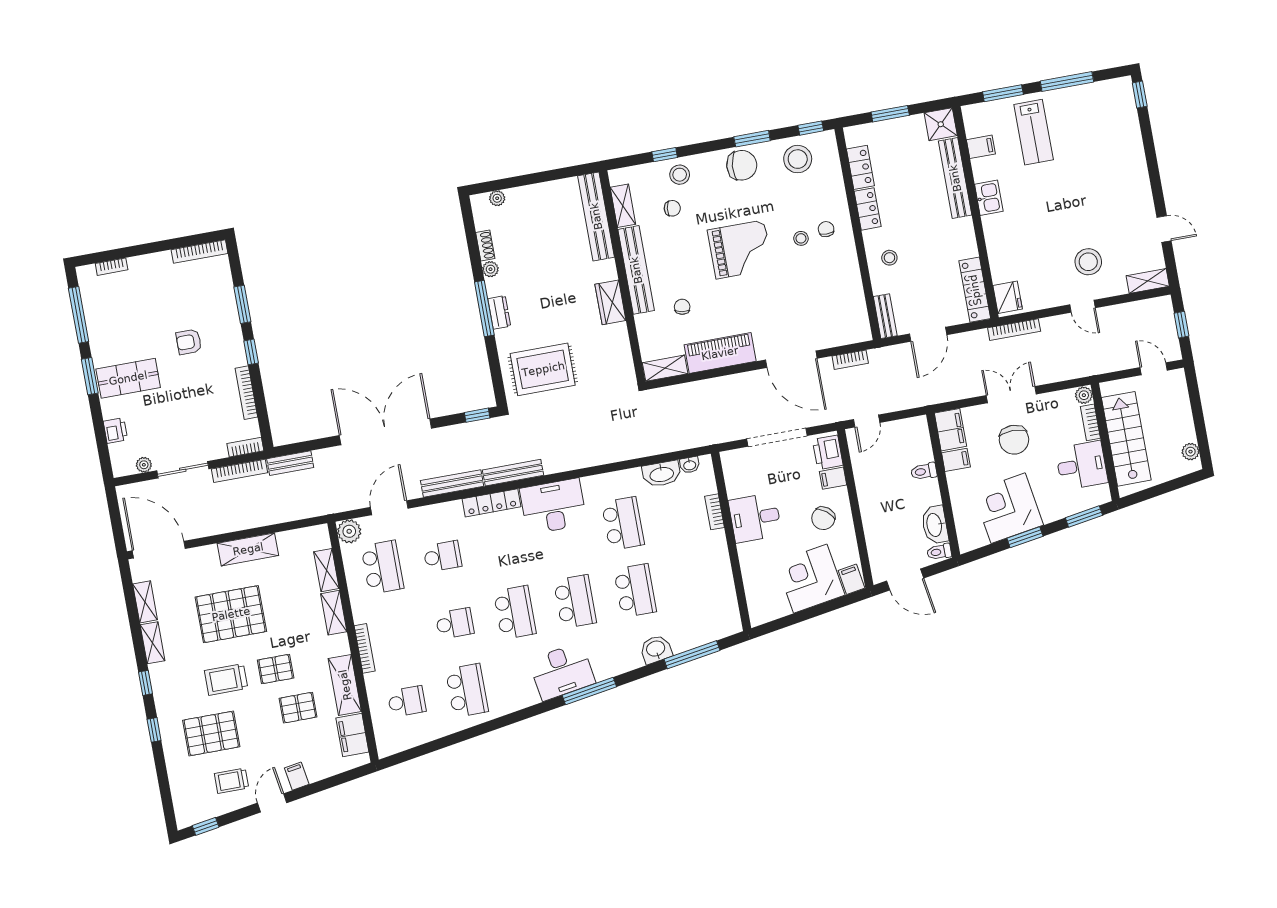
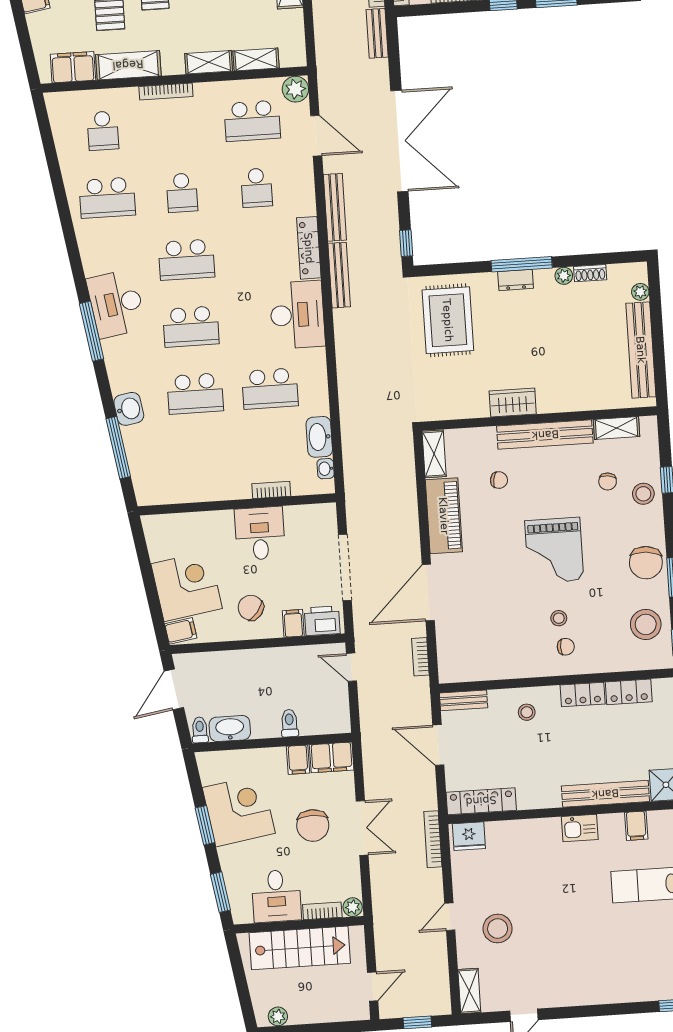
bench: (596, 216) -> (641, 350), moved, turned 90
chair: (1014, 440) -> (313, 825), turned -90

